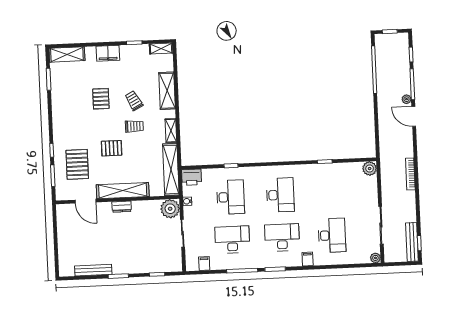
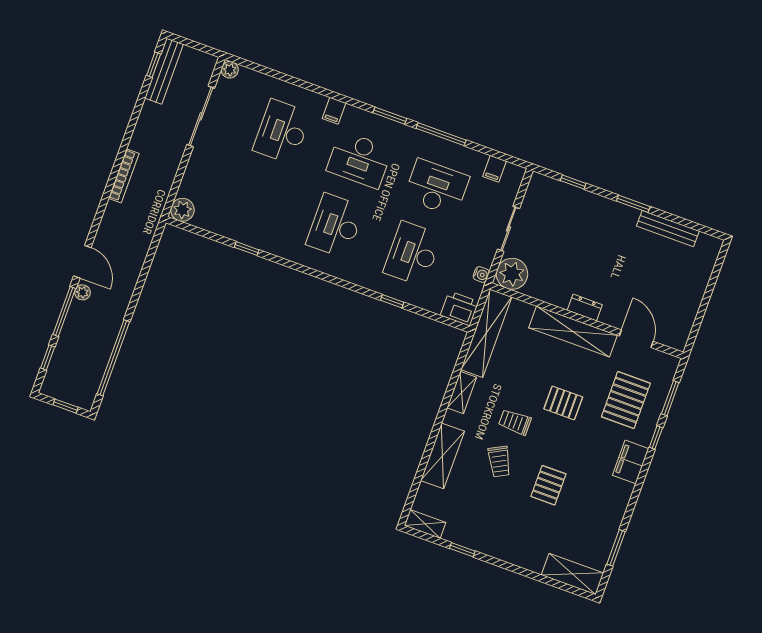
filing cabinet: (108, 53) -> (631, 462), moved, turned -90
desk: (232, 240) -> (437, 188), turned 180

